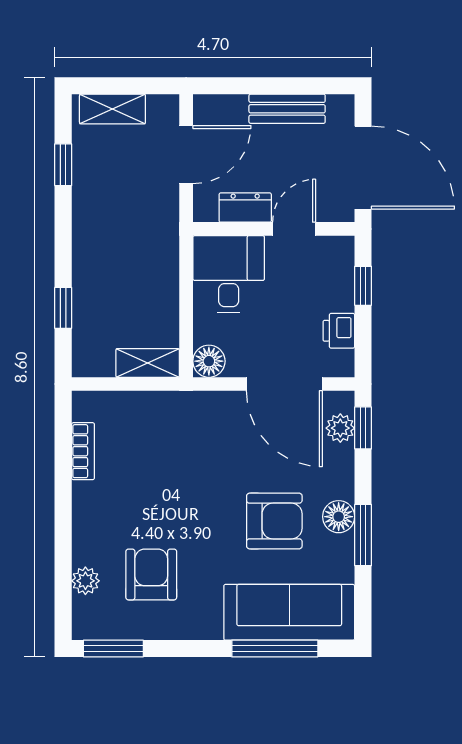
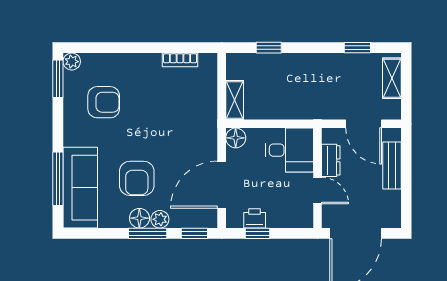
bench: (287, 109) -> (392, 166), moved
window: (363, 286) -> (257, 233), moved
plant: (340, 428) -> (160, 219), moved
window: (363, 535) -> (148, 233), moved
plant: (85, 581) -> (72, 62), moved

